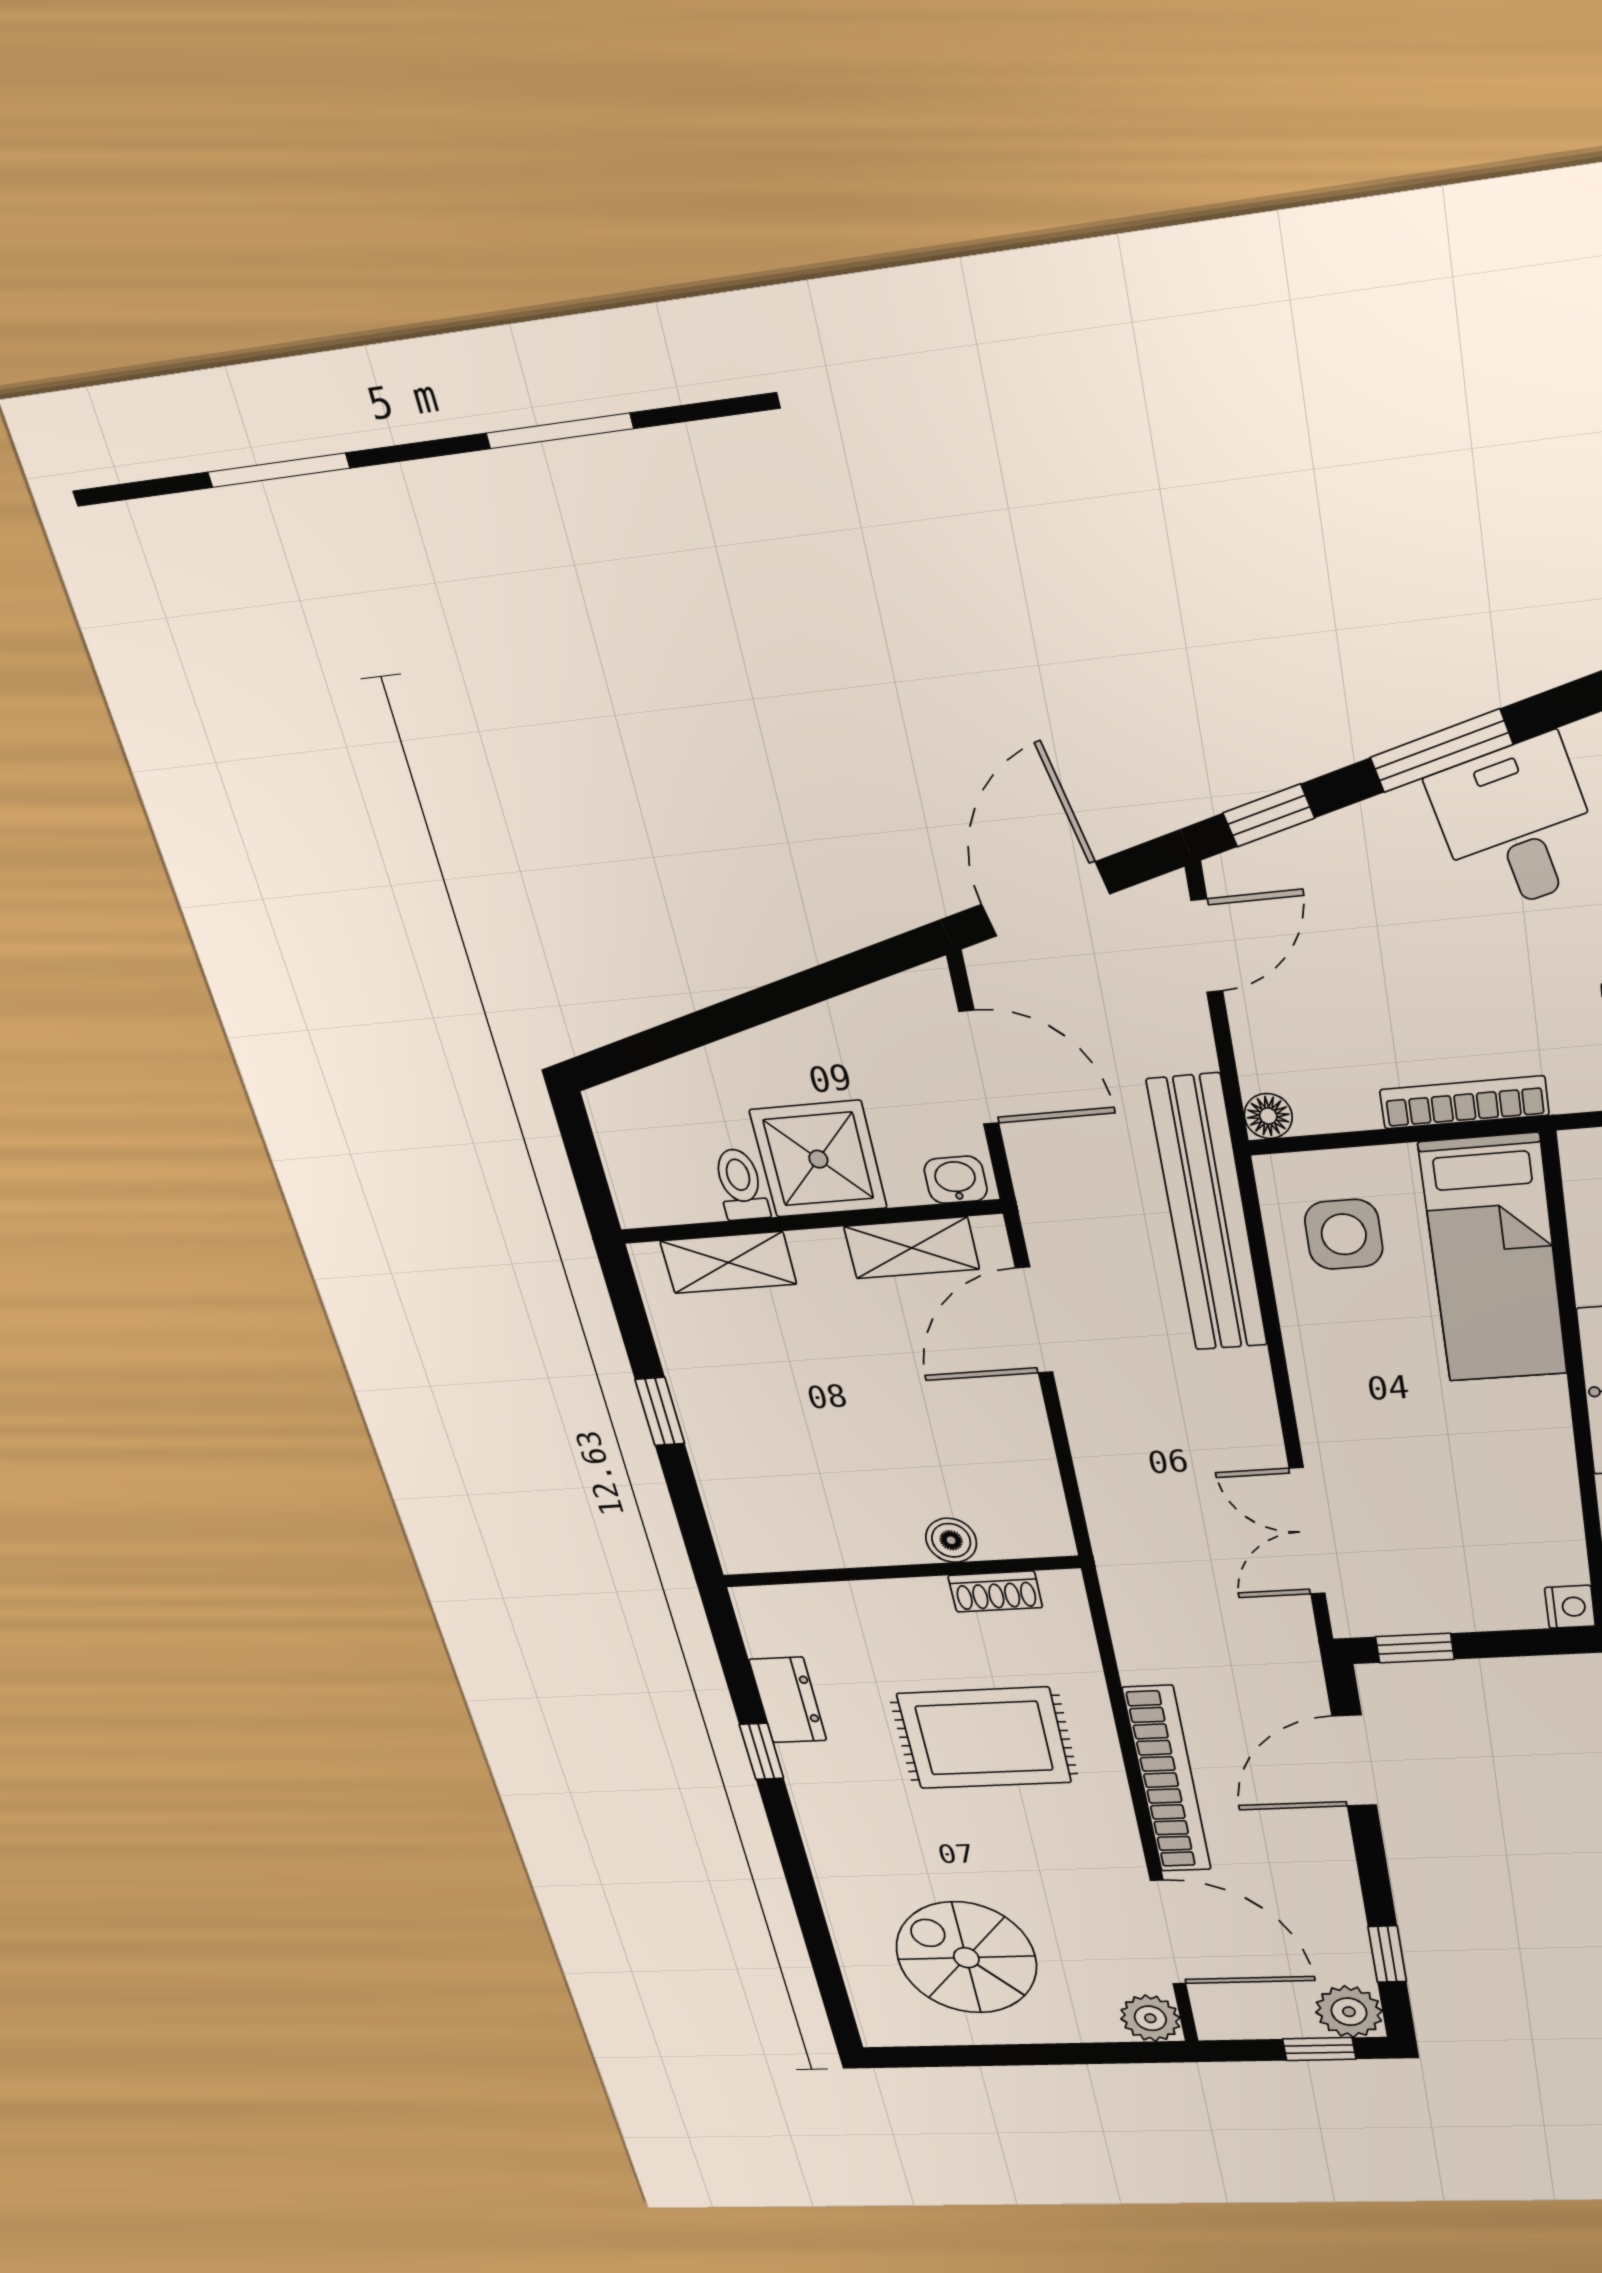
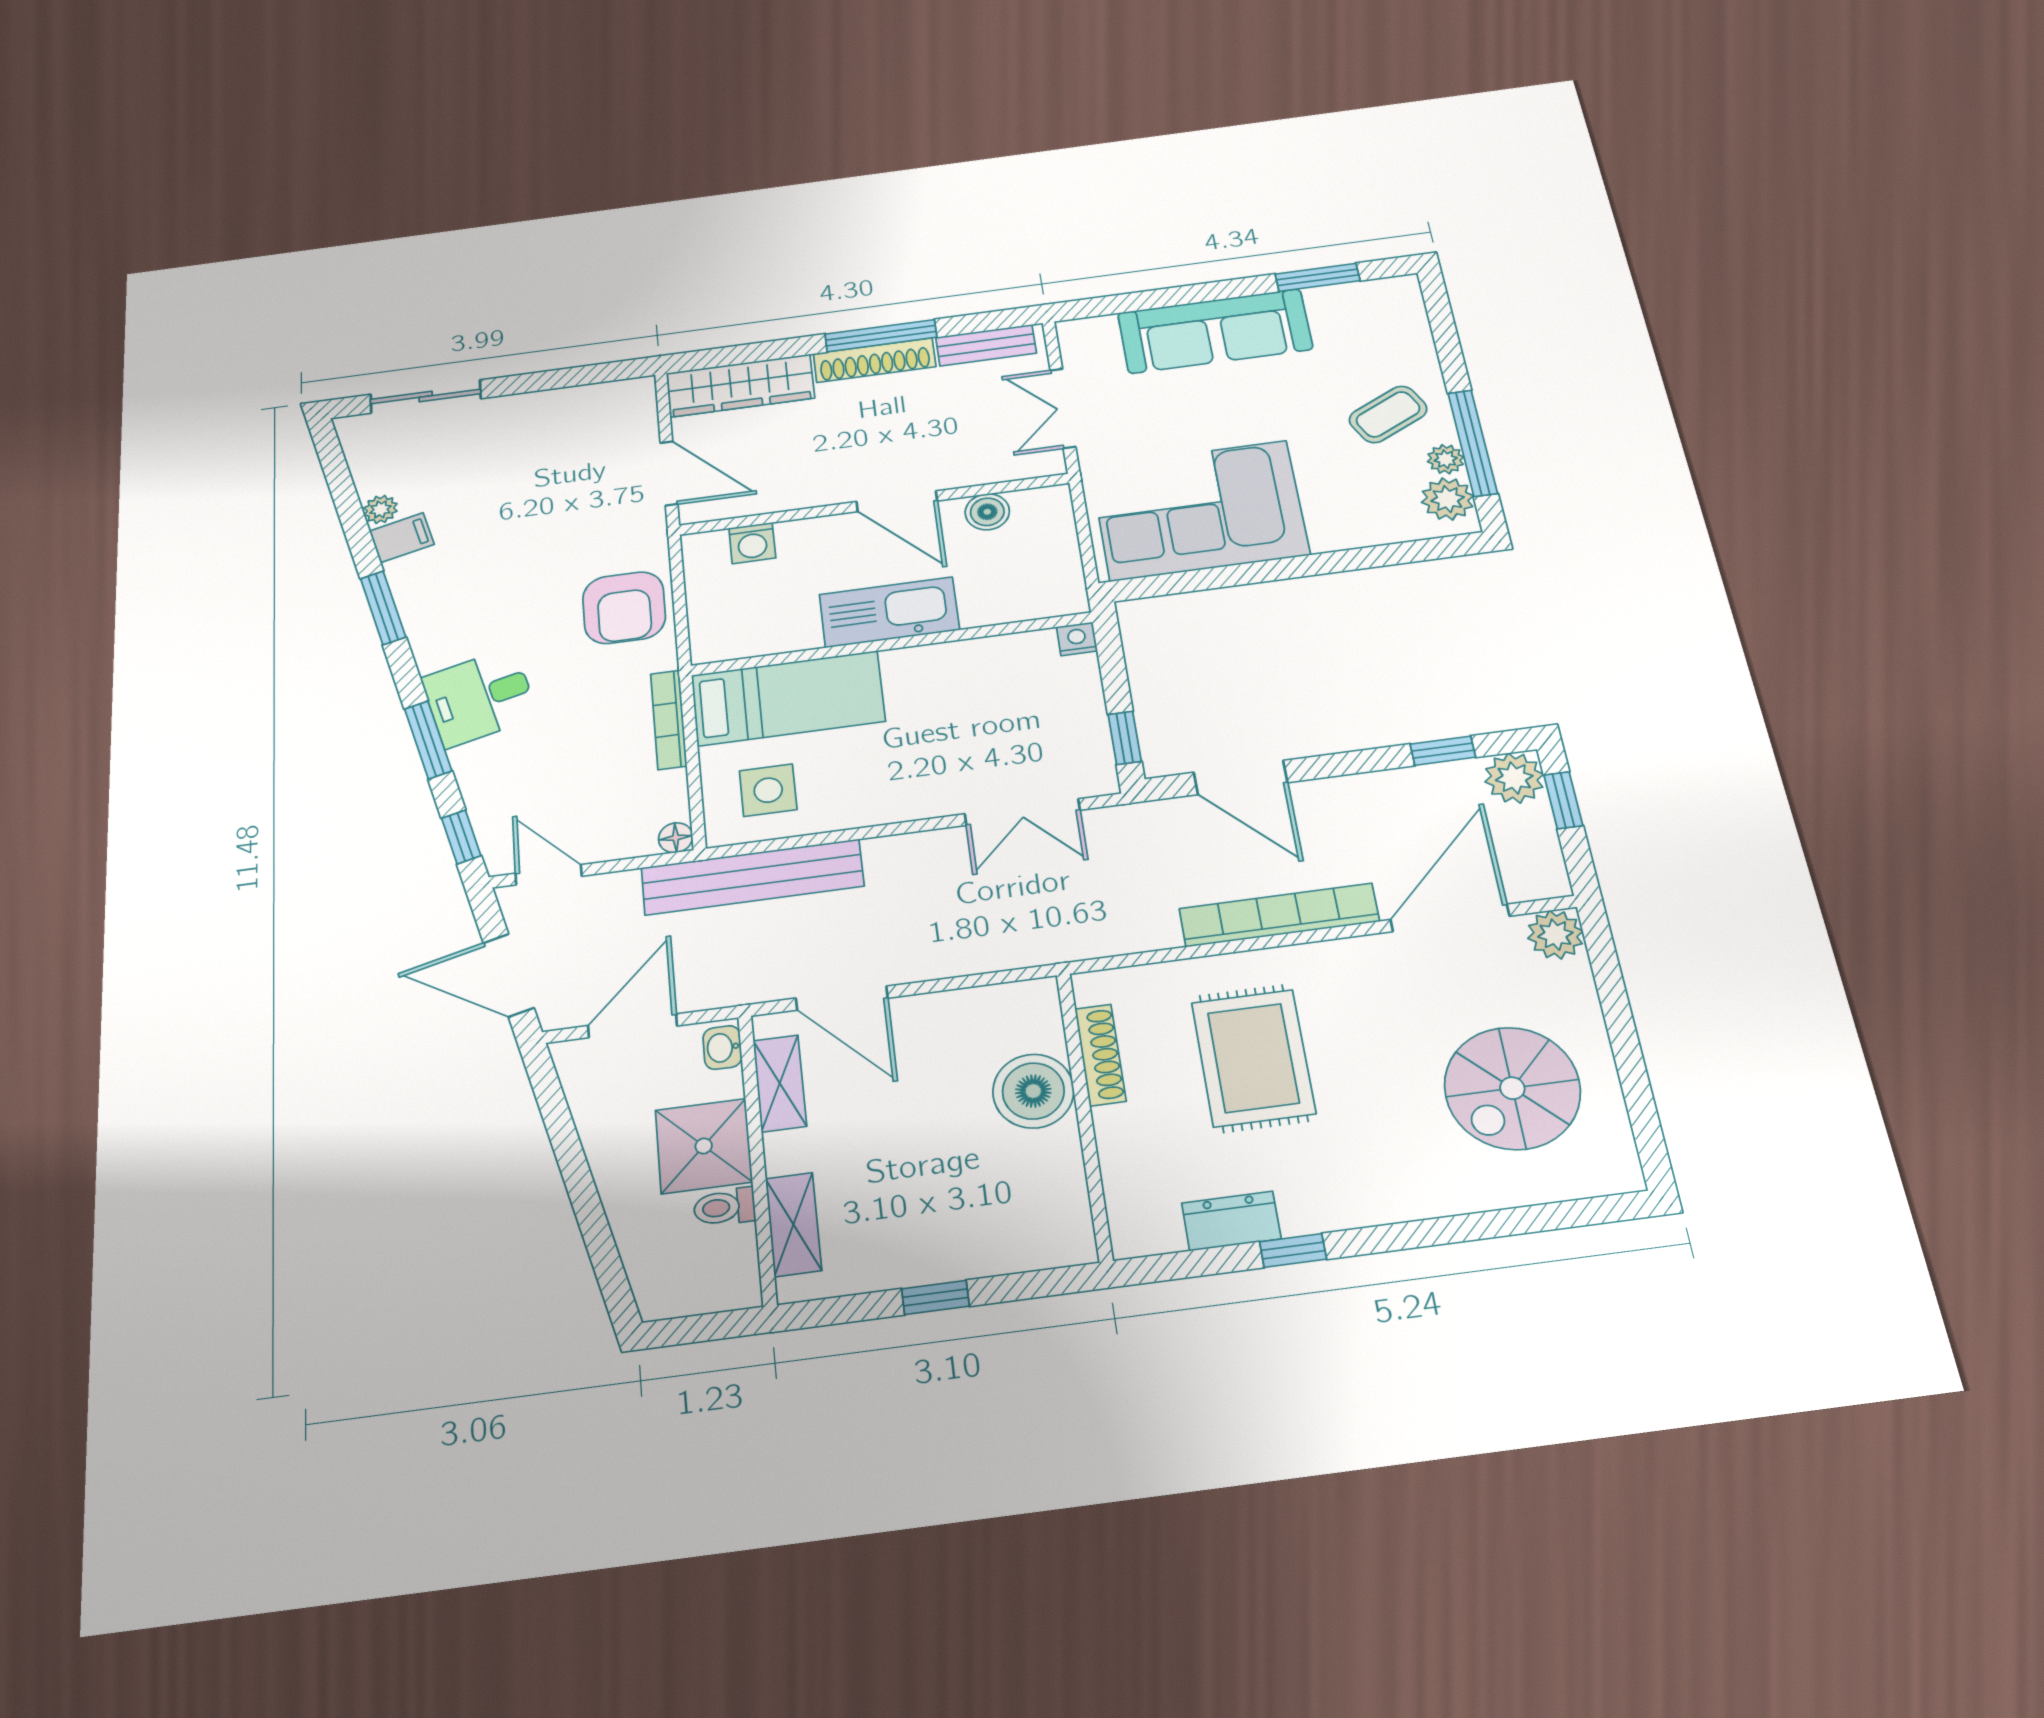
boiler: (951, 1540) -> (1033, 1091), width x1.86, depth x1.86
shoe rack: (995, 1592) -> (1100, 1055), width x1.43

